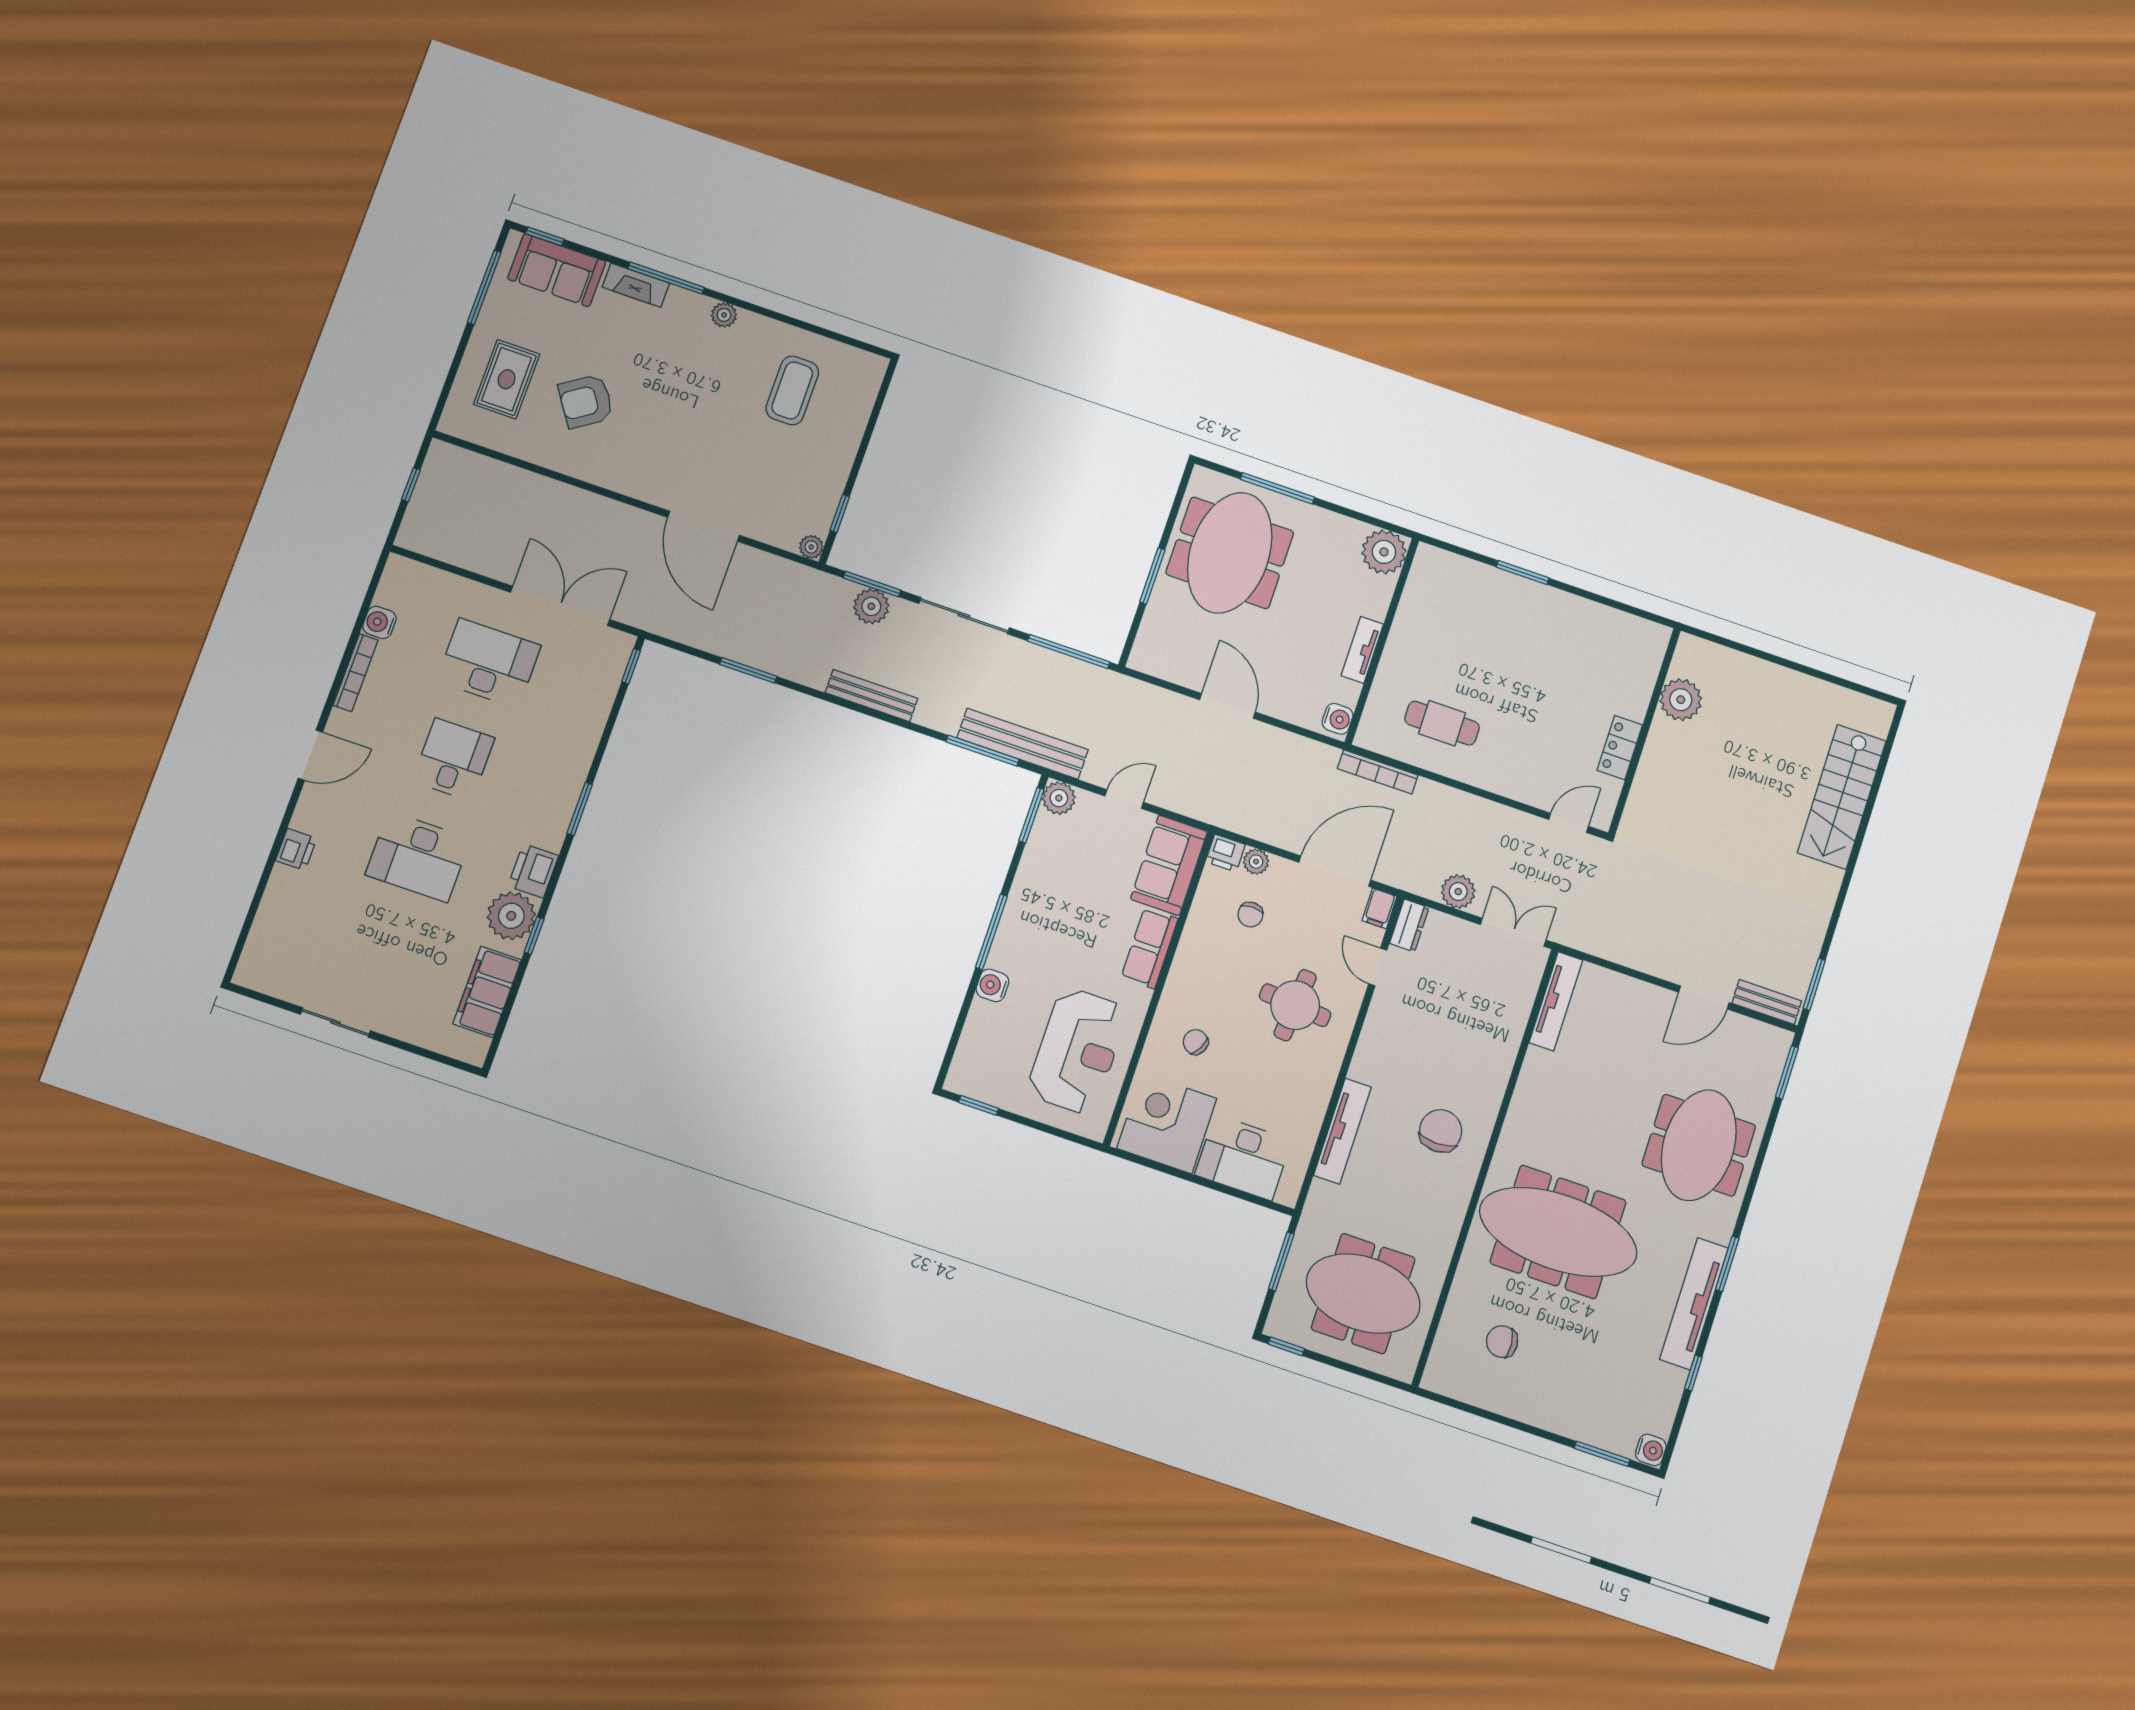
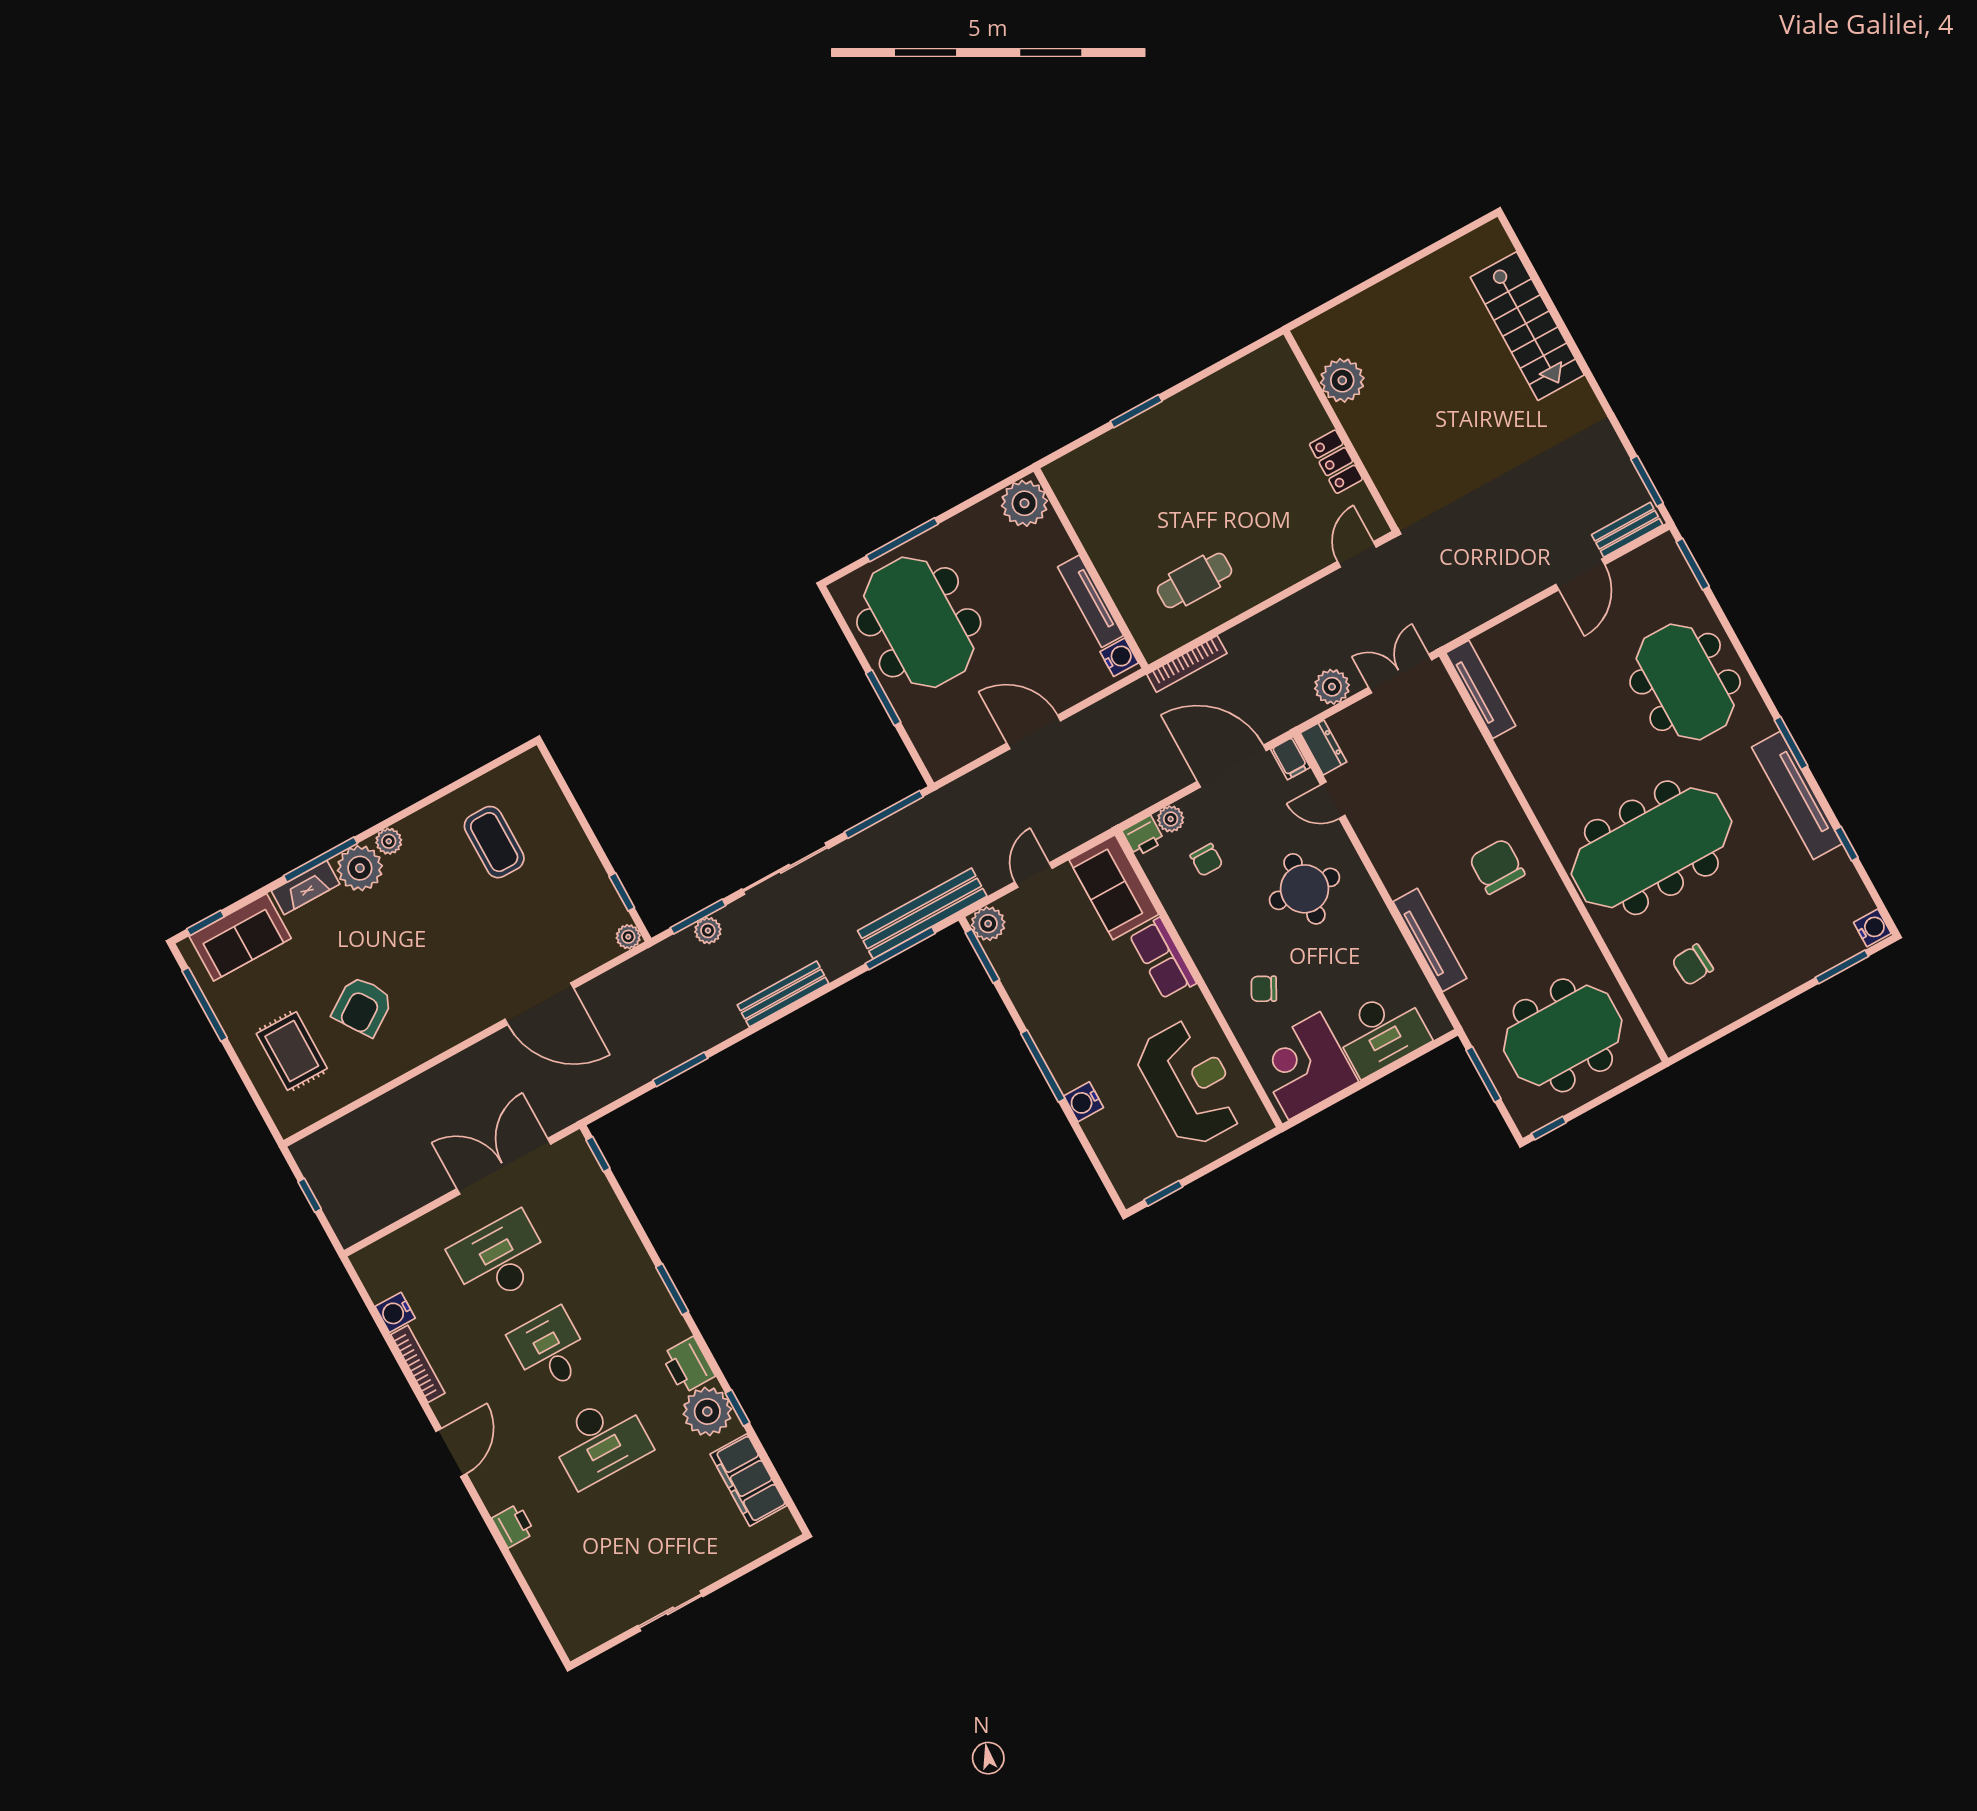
plant: (685, 311) -> (360, 868), added
plant: (871, 606) -> (708, 931), width x0.73, depth x0.73
tv unit: (1362, 650) -> (1091, 601), width x1.41
door: (1335, 871) -> (1232, 766), hinge flipped

